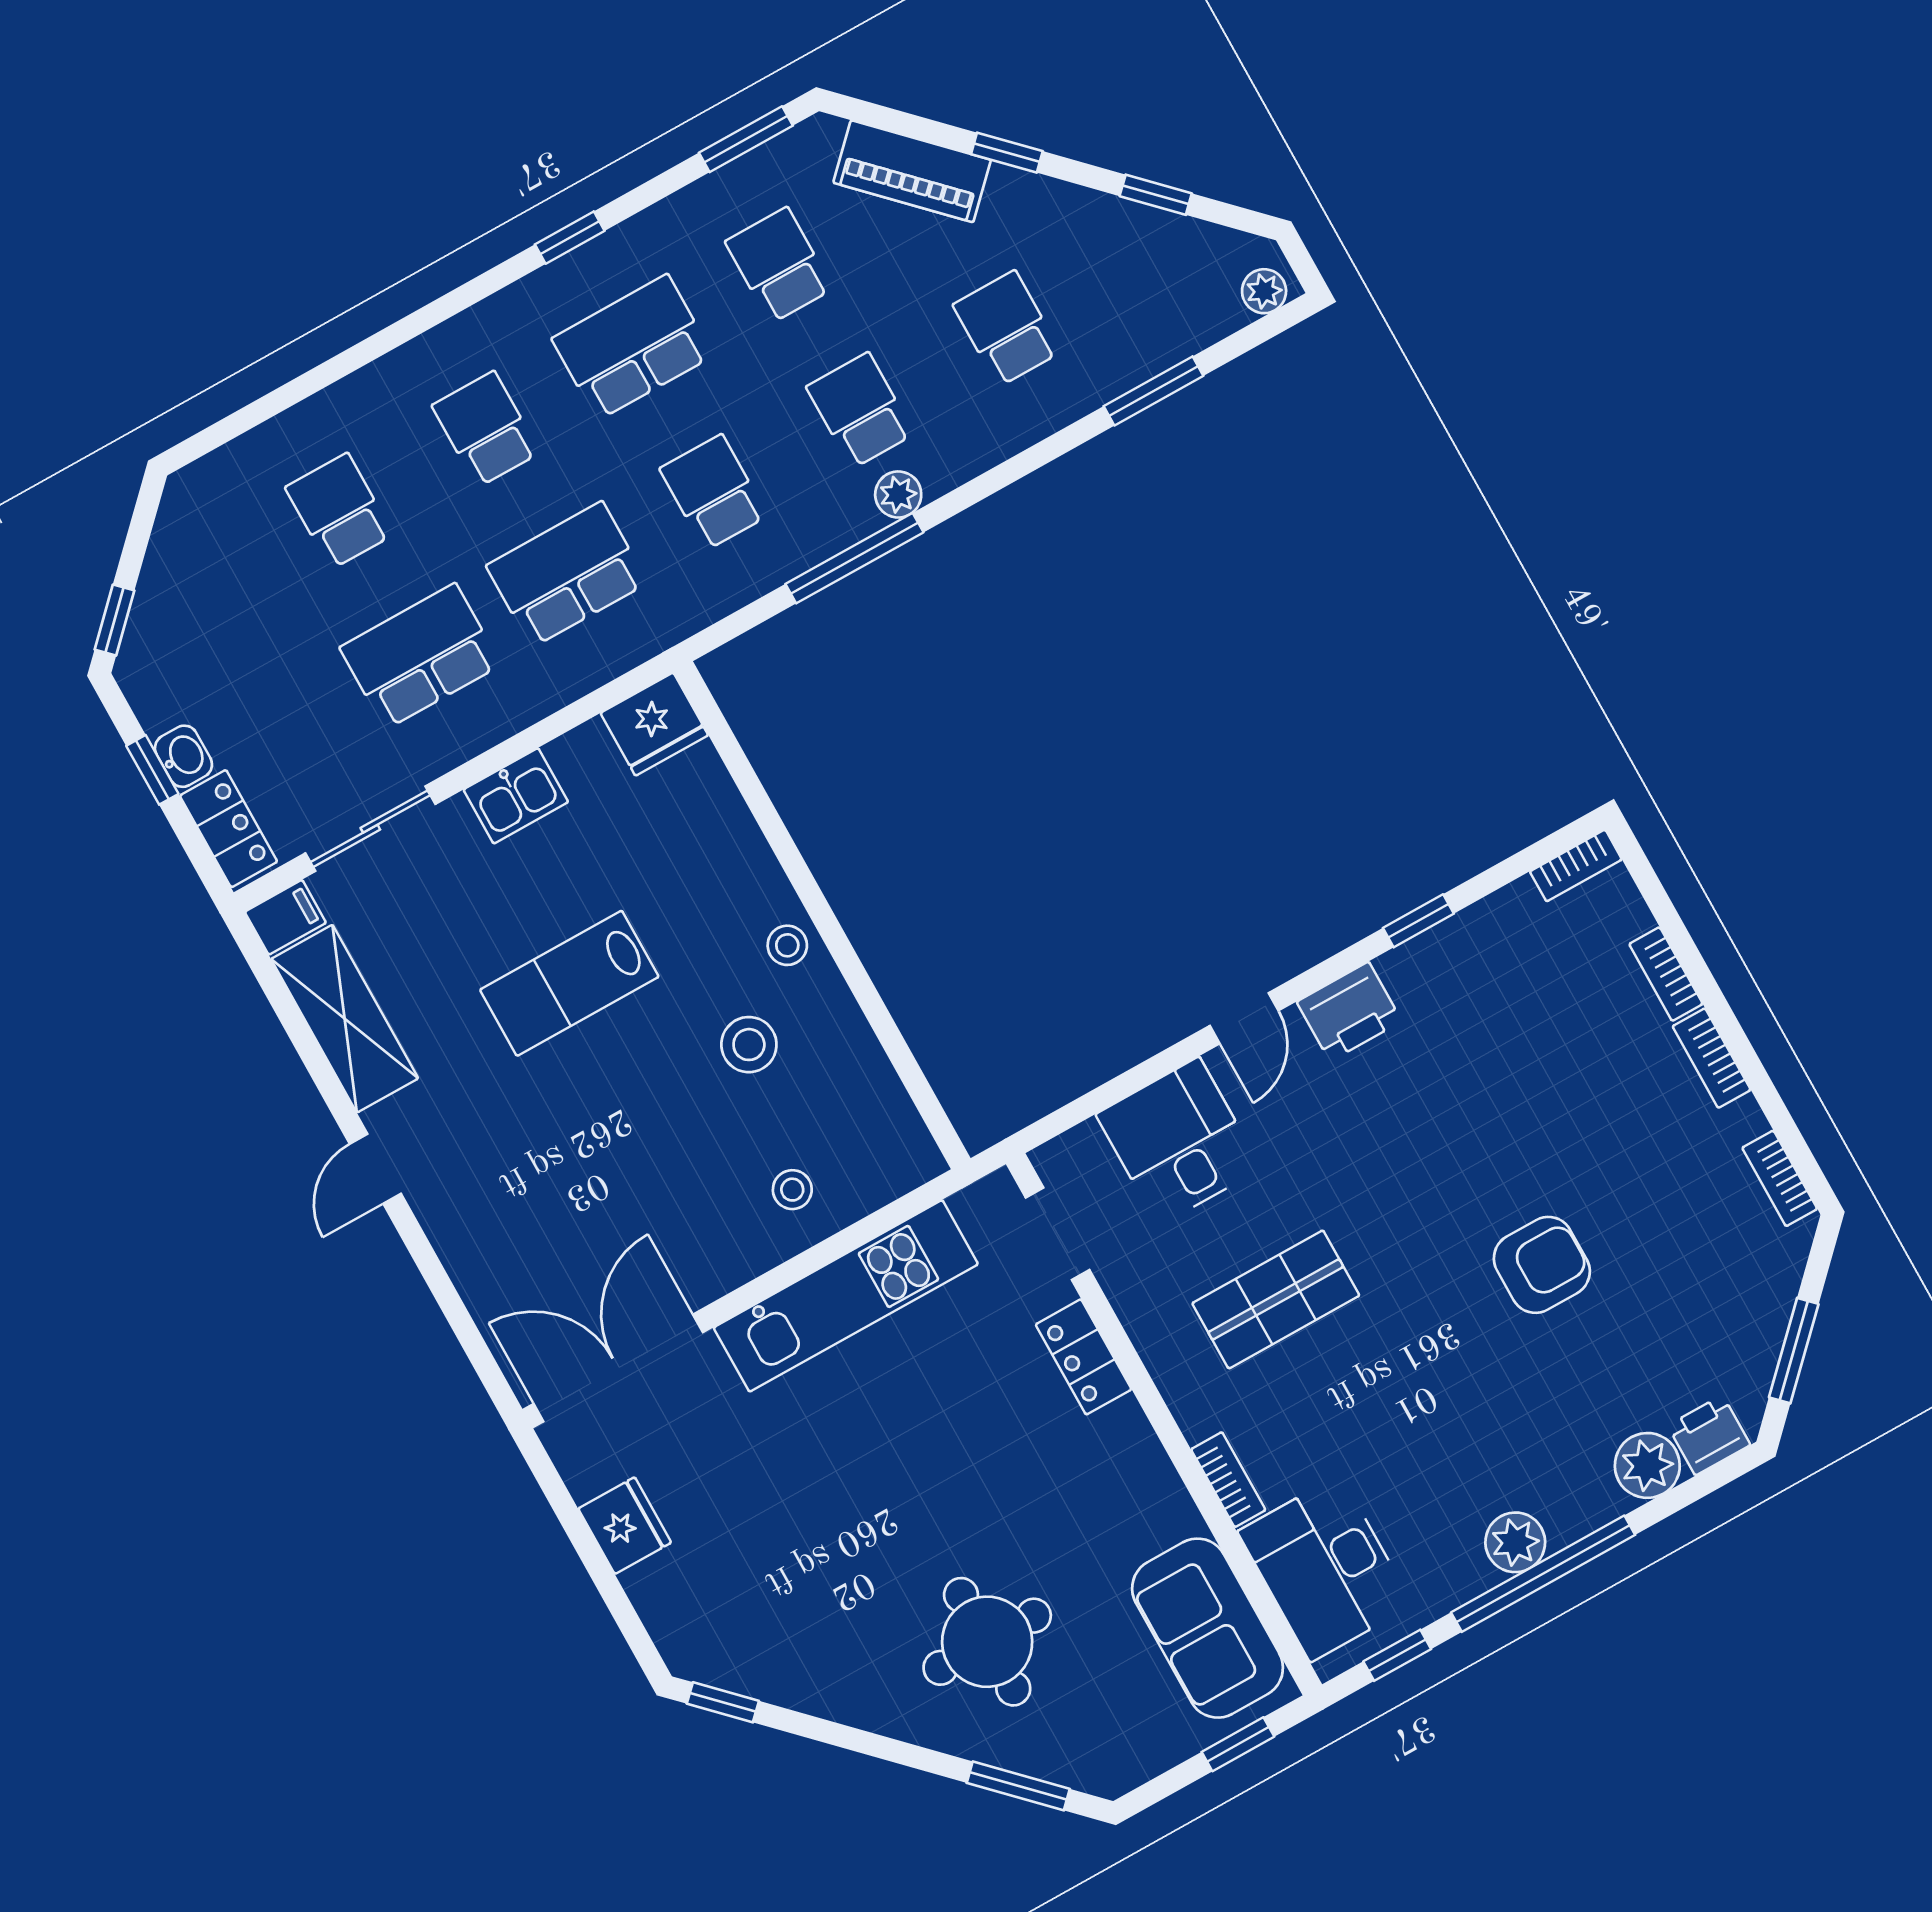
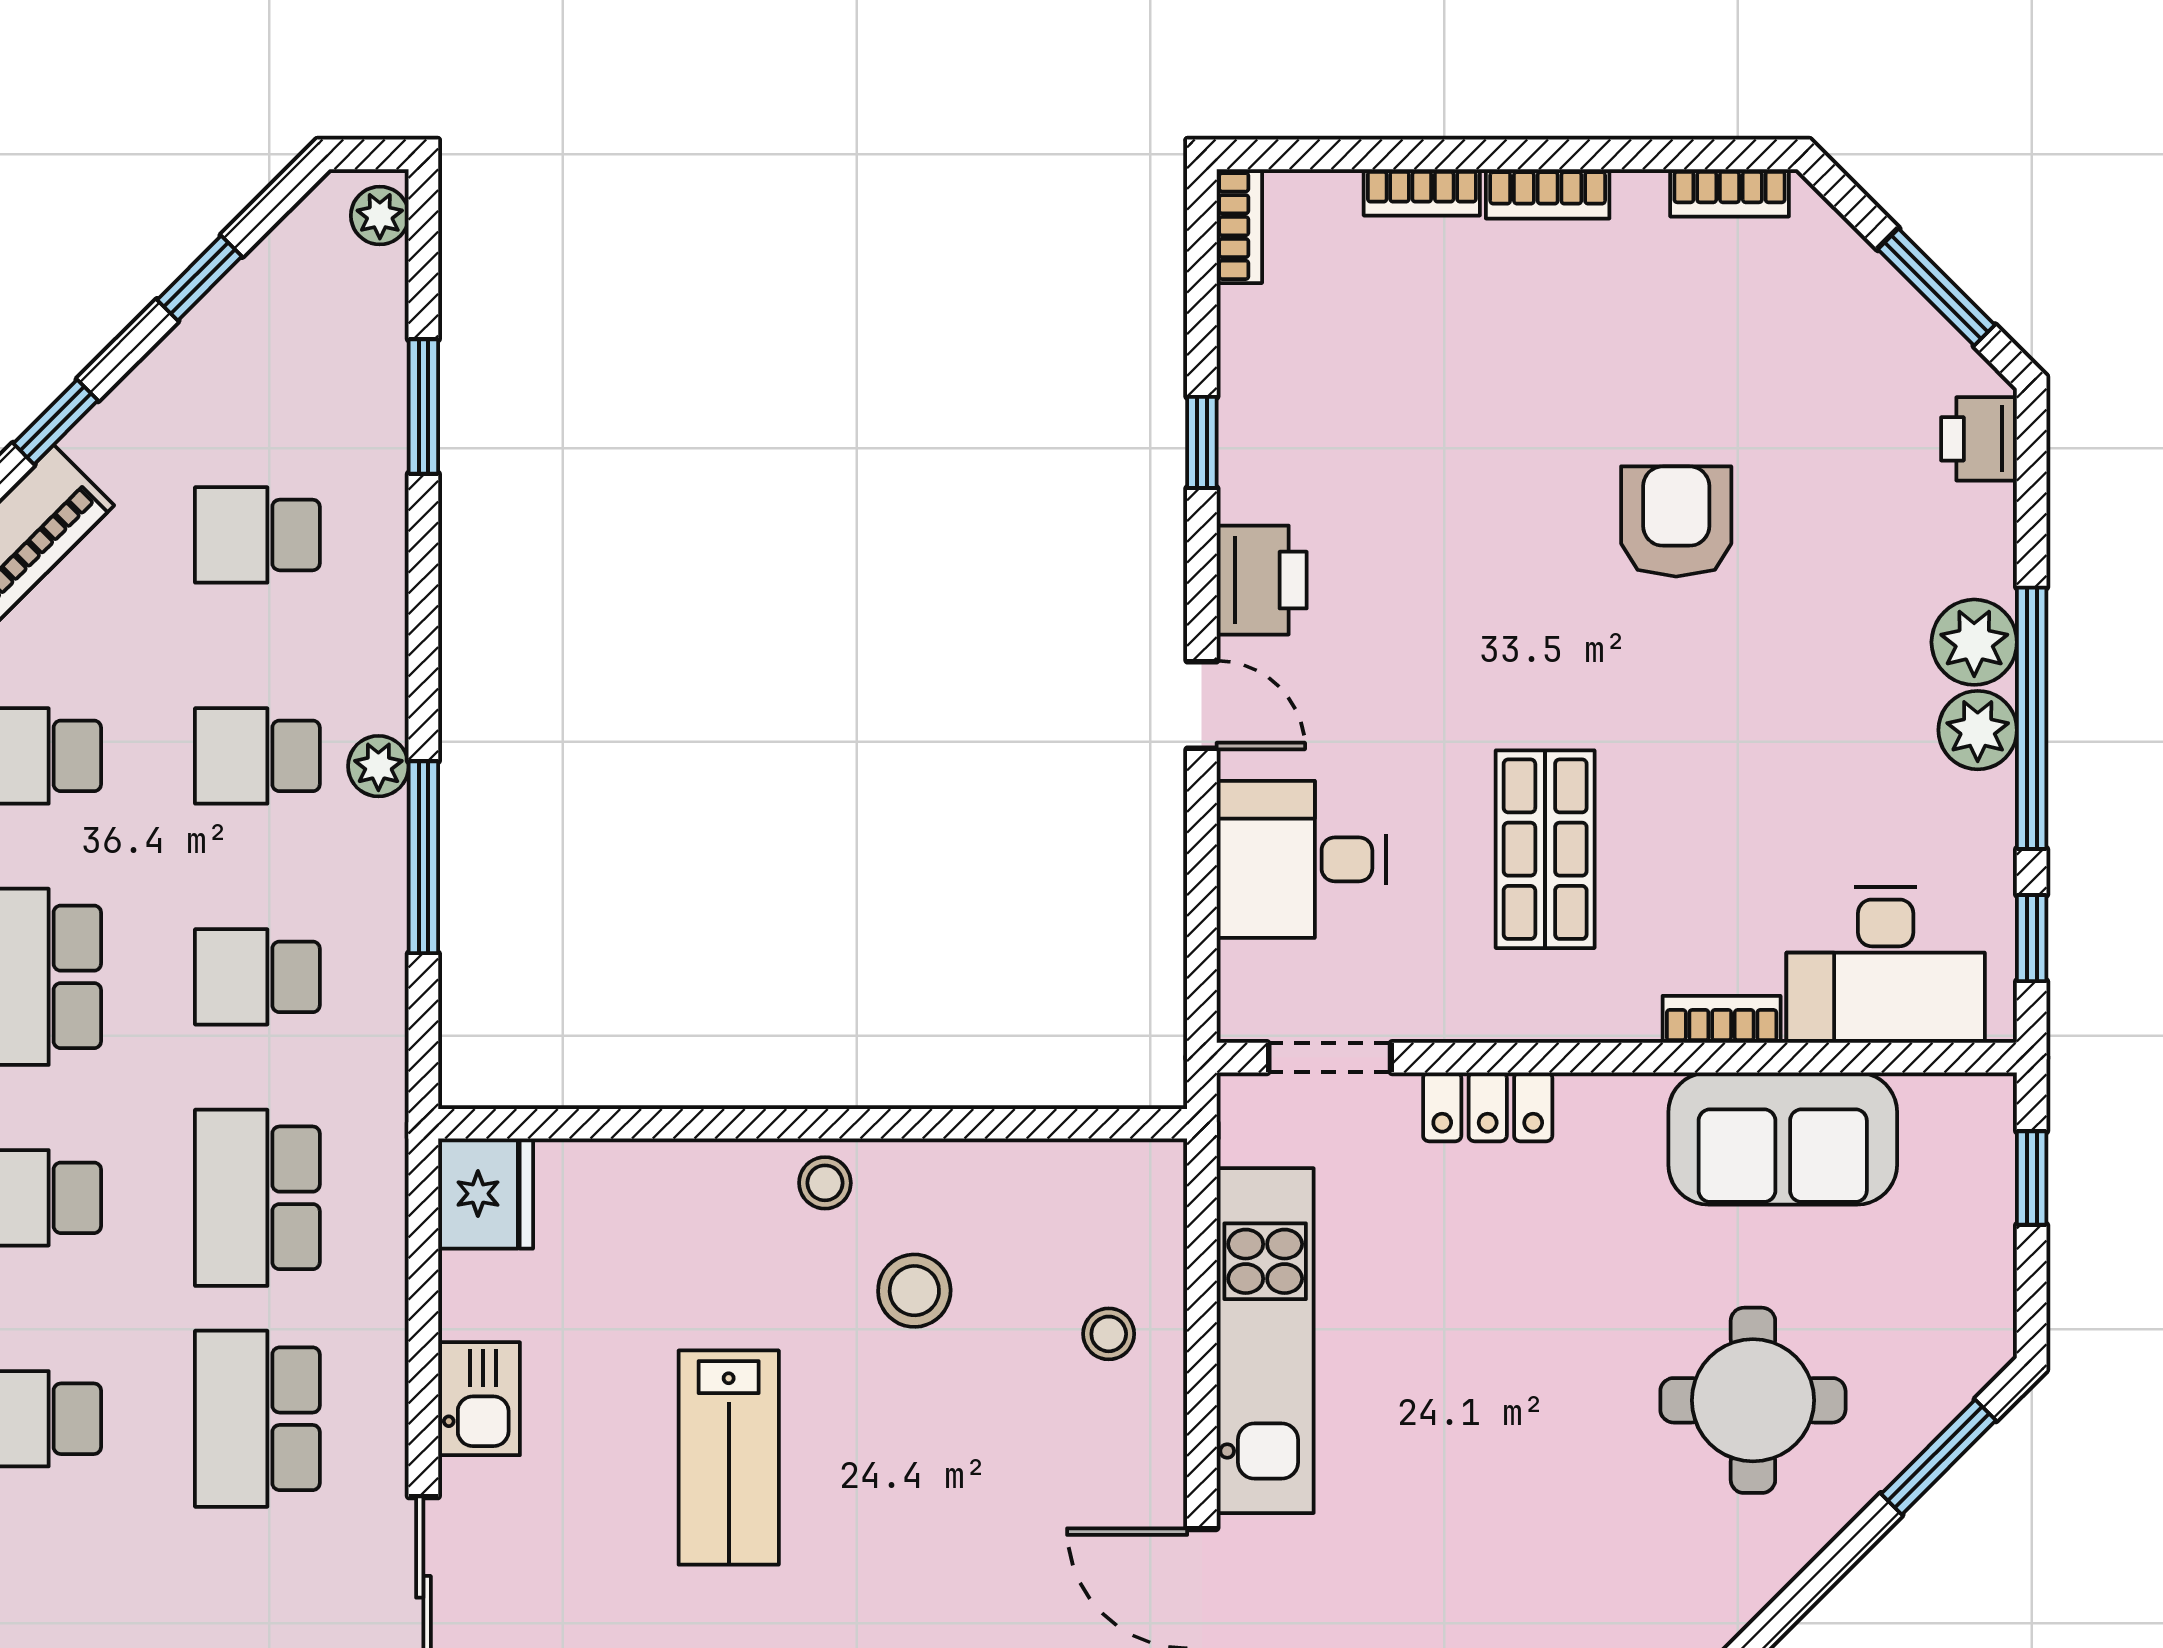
plant: (1647, 1465) -> (1974, 642), moved
sofa: (1208, 1628) -> (1783, 1138), moved

